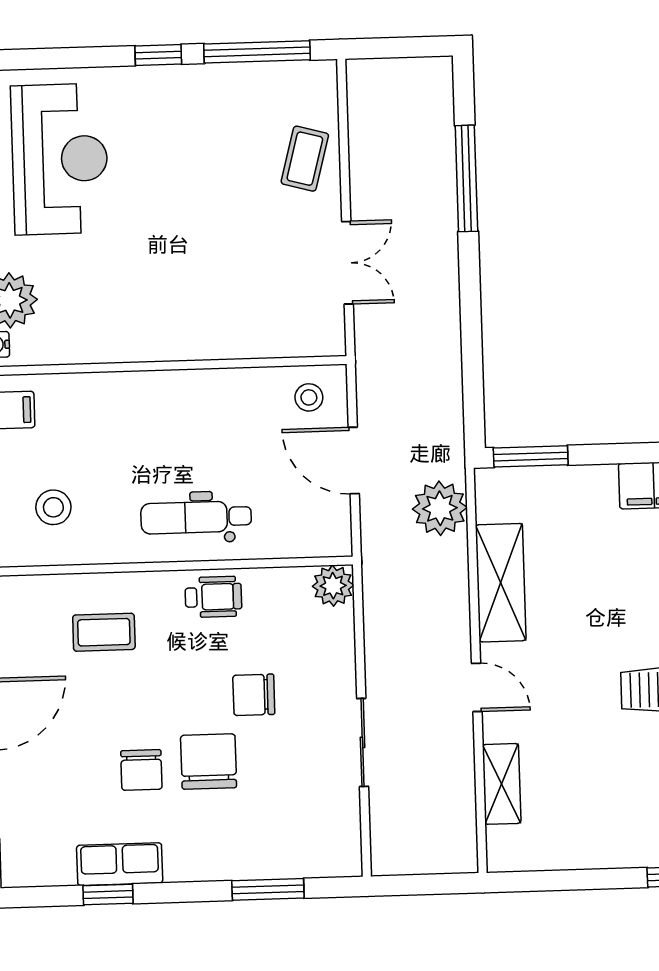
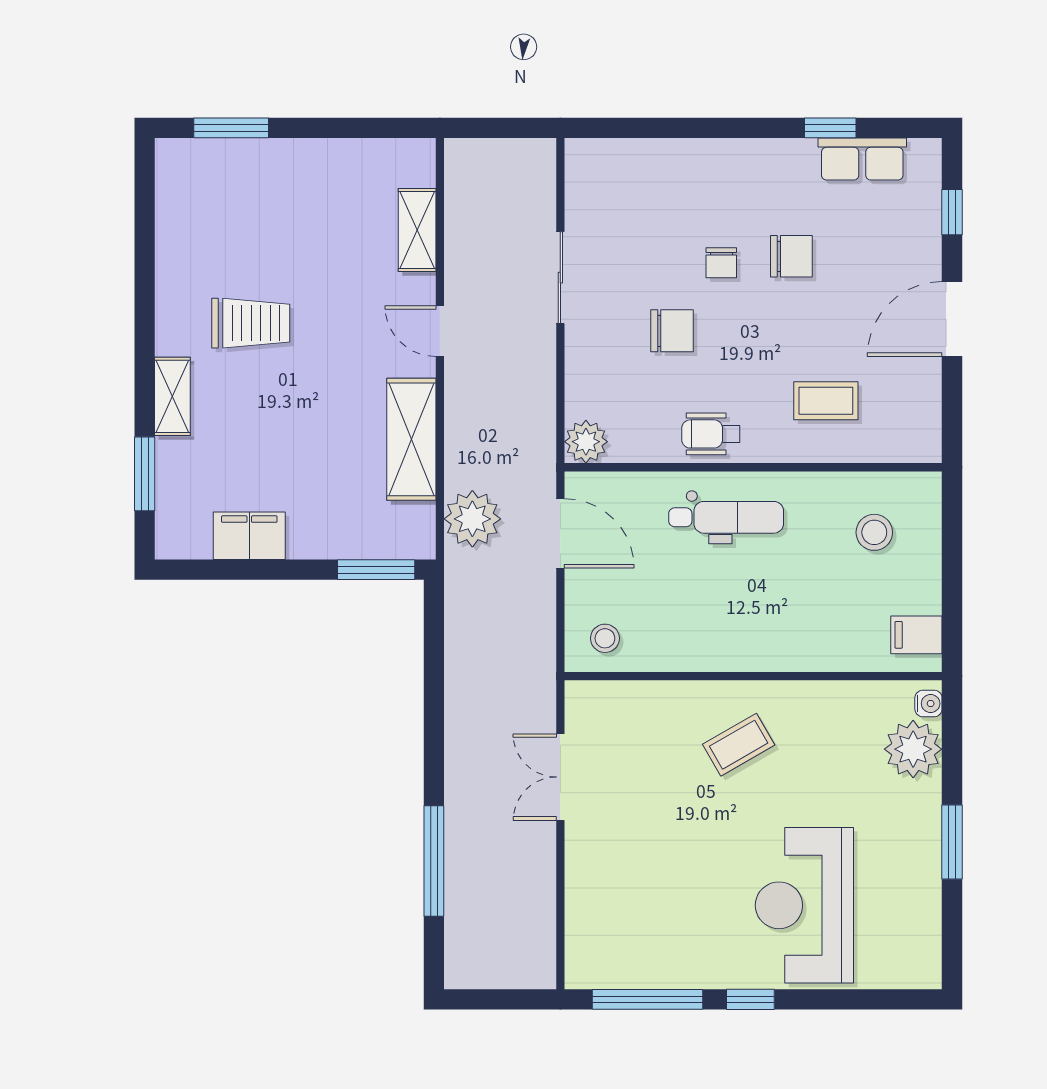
reception desk: (60, 159) -> (804, 905), moved
coffee table: (305, 159) -> (739, 745), moved, turned 45
door: (354, 460) -> (560, 533), moved
chair: (209, 762) -> (721, 263), width x0.54, depth x0.54
chair: (141, 770) -> (791, 256), turned 90
row of seats: (120, 864) -> (862, 159), moved
window: (268, 889) -> (664, 128), removed

